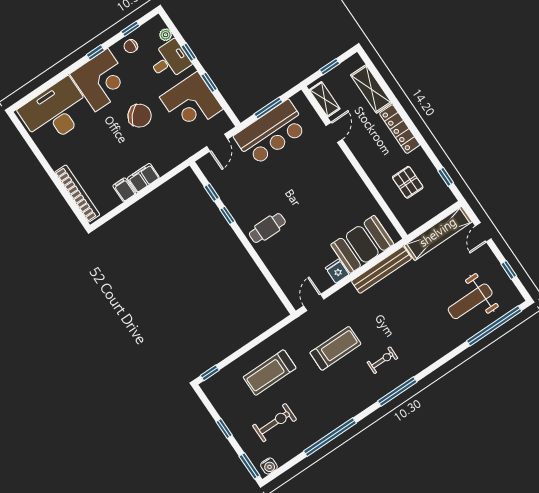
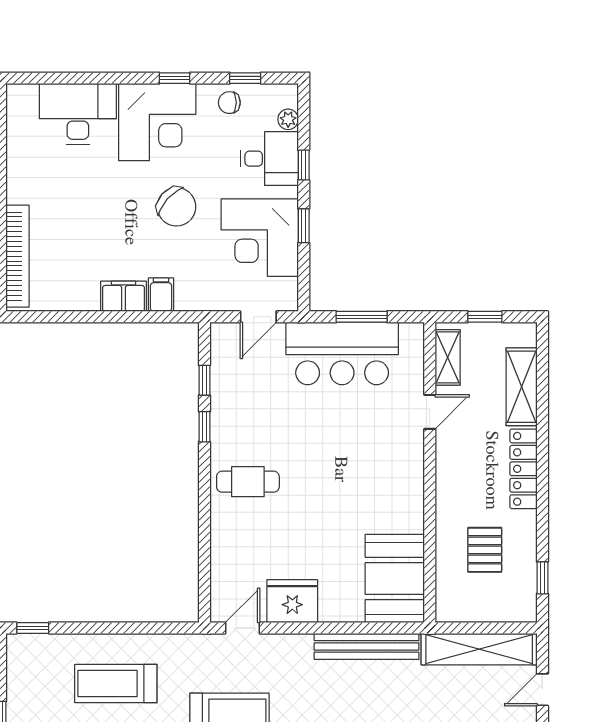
desk: (55, 112) -> (78, 114), width x0.73, depth x0.77
filing cabinet: (124, 190) -> (161, 295), moved
booth: (362, 244) -> (395, 579), moved, turned 90
fridge: (337, 271) -> (292, 601), width x1.88, depth x1.34

